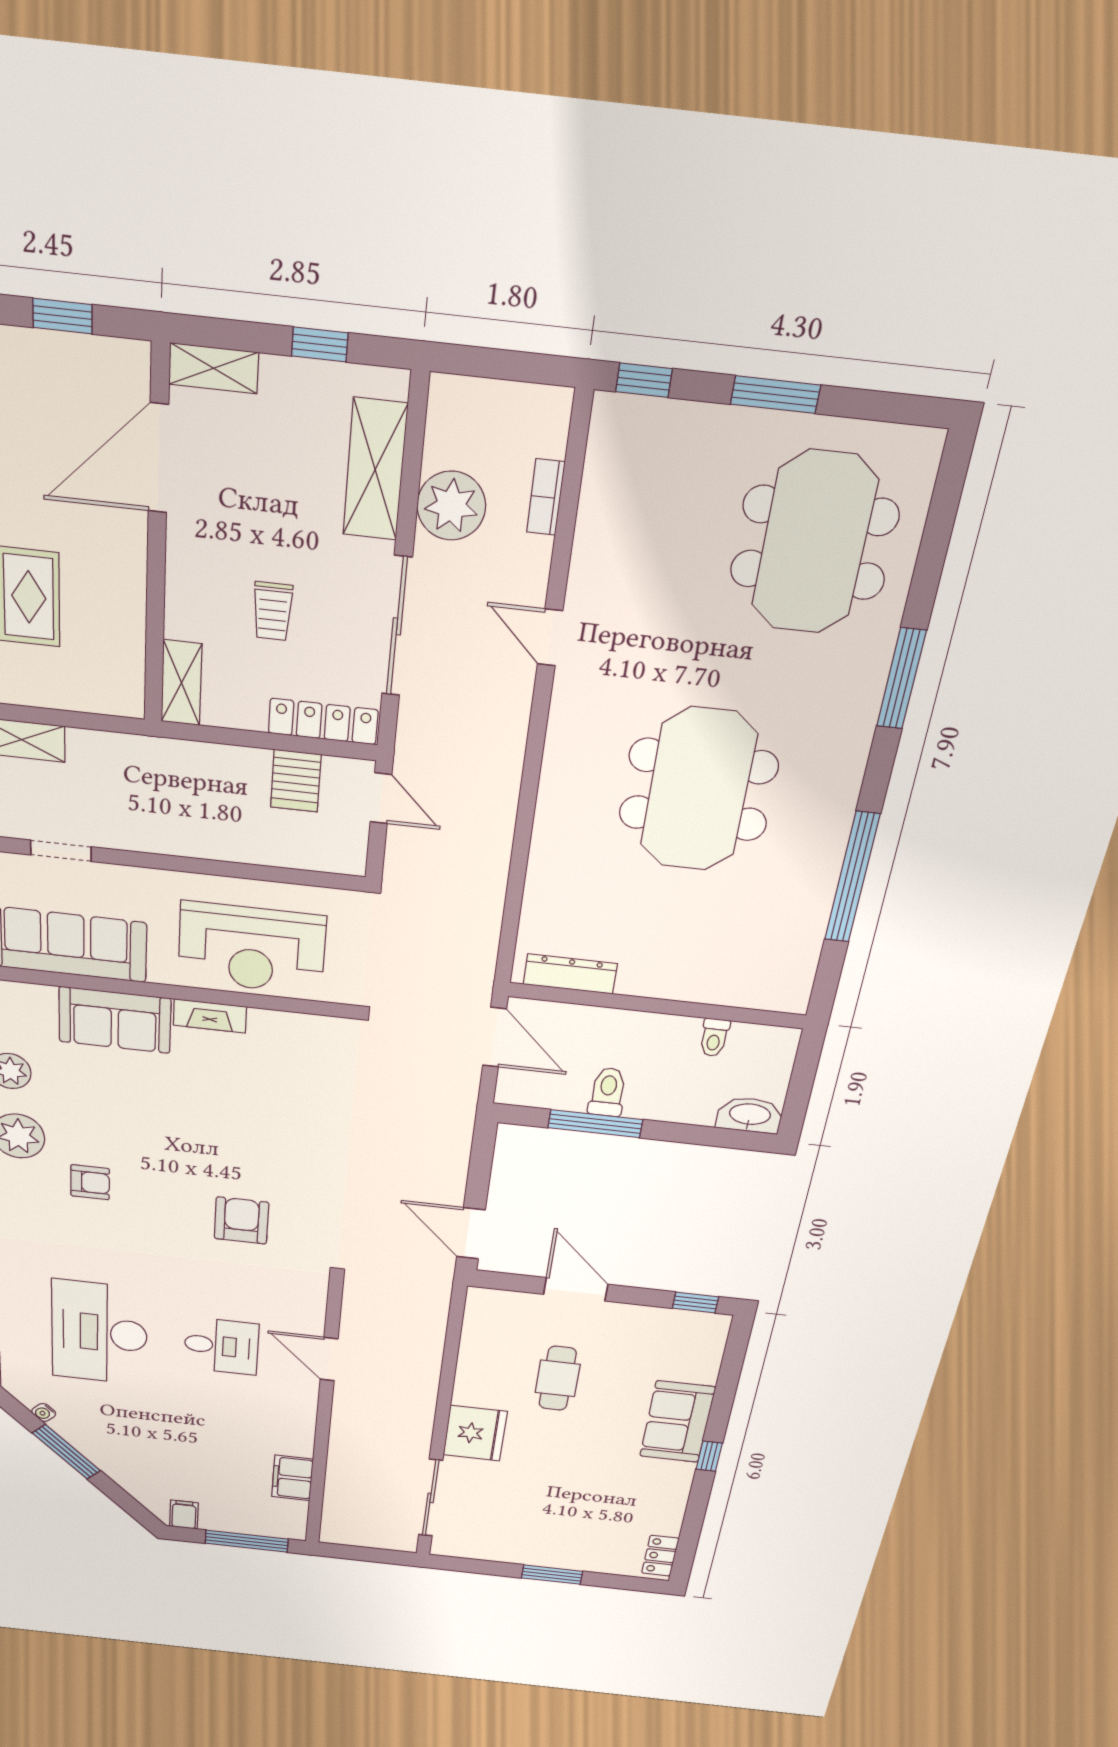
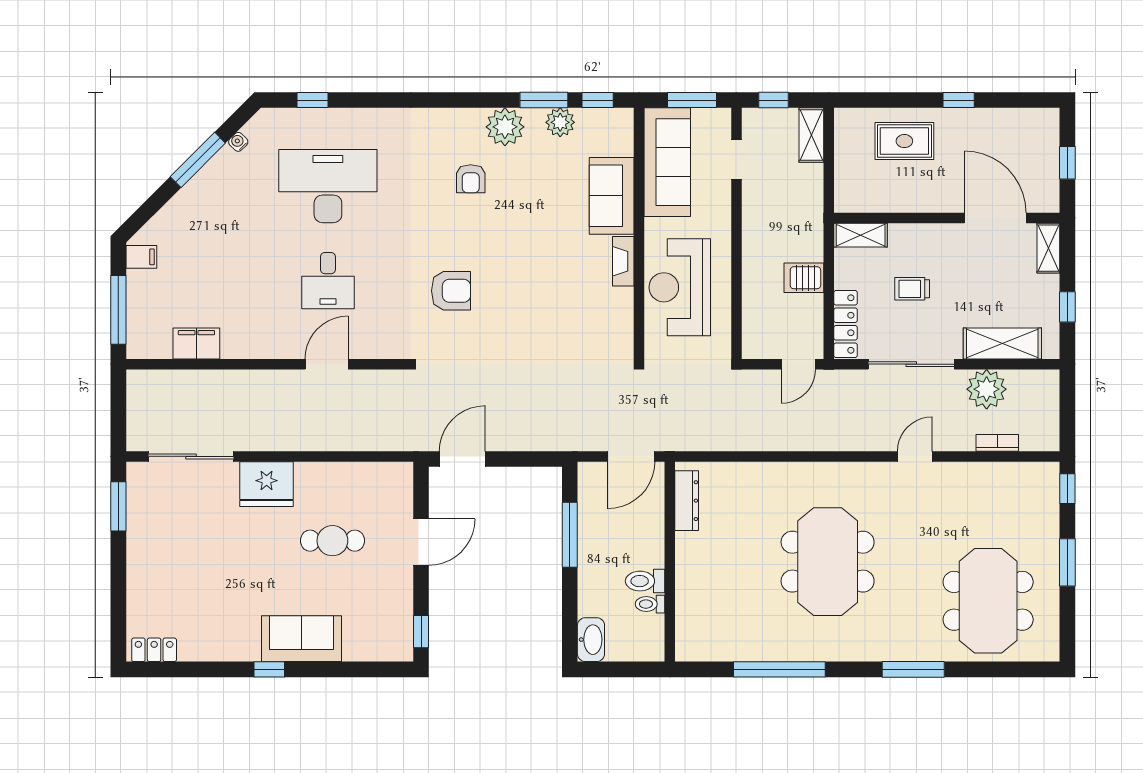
meeting table: (814, 543) -> (988, 601), turned 90
server rack: (296, 781) -> (804, 278), moved
meeting table: (698, 790) -> (828, 562), turned 90
toilet: (608, 1092) -> (645, 581), moved, turned 180
window: (552, 1575) -> (118, 506), moved

